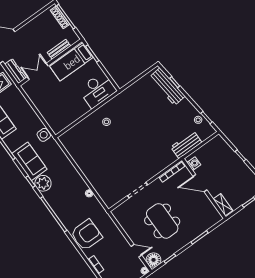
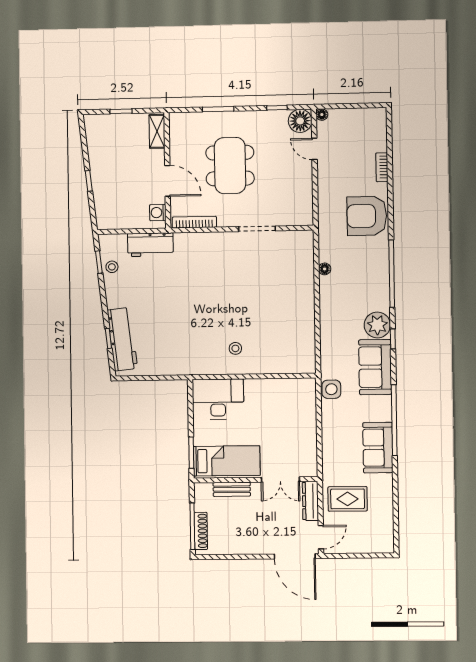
dining table: (162, 221) -> (230, 166), moved

